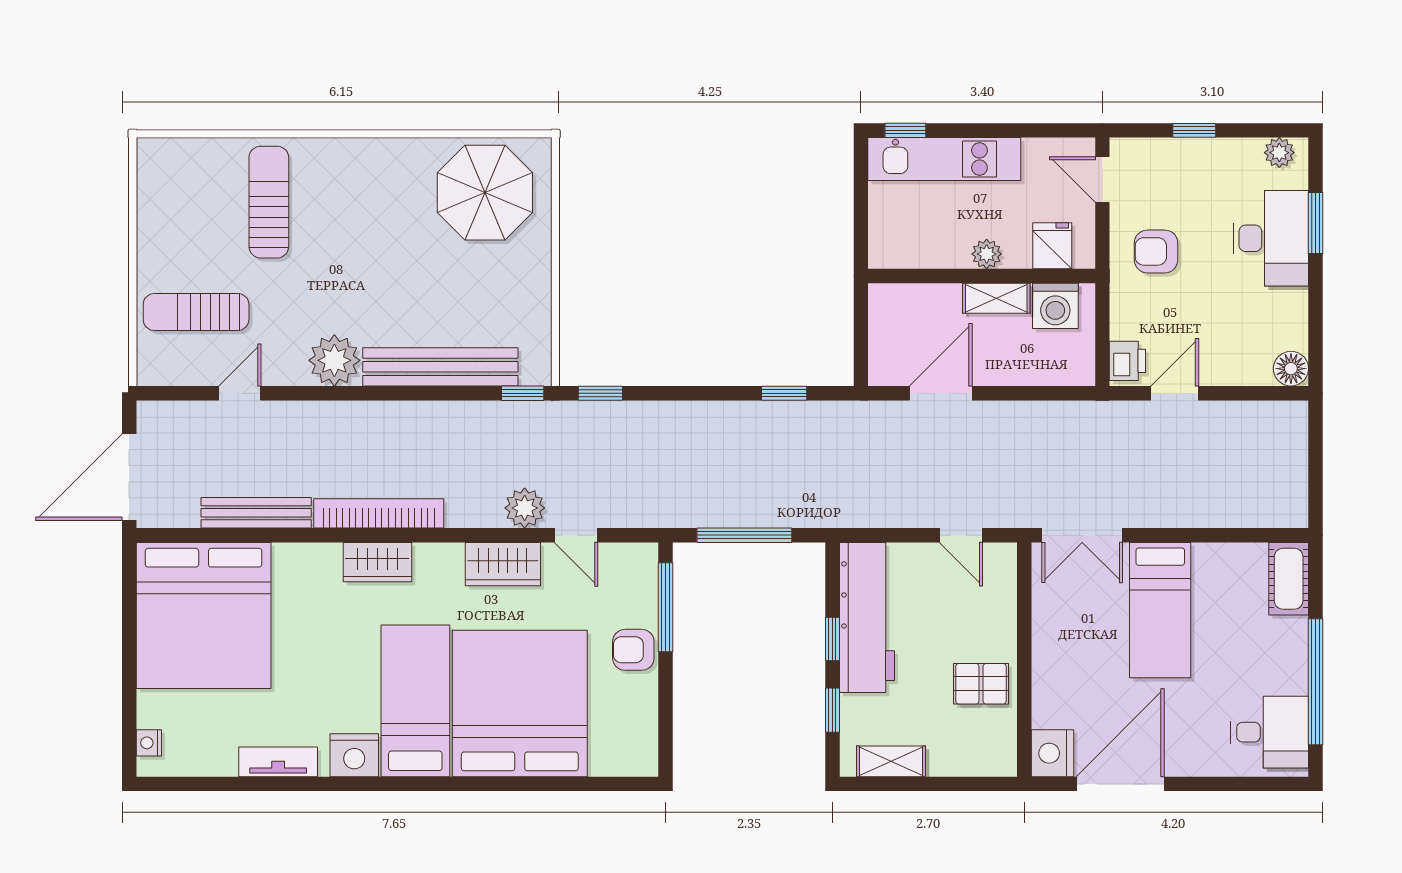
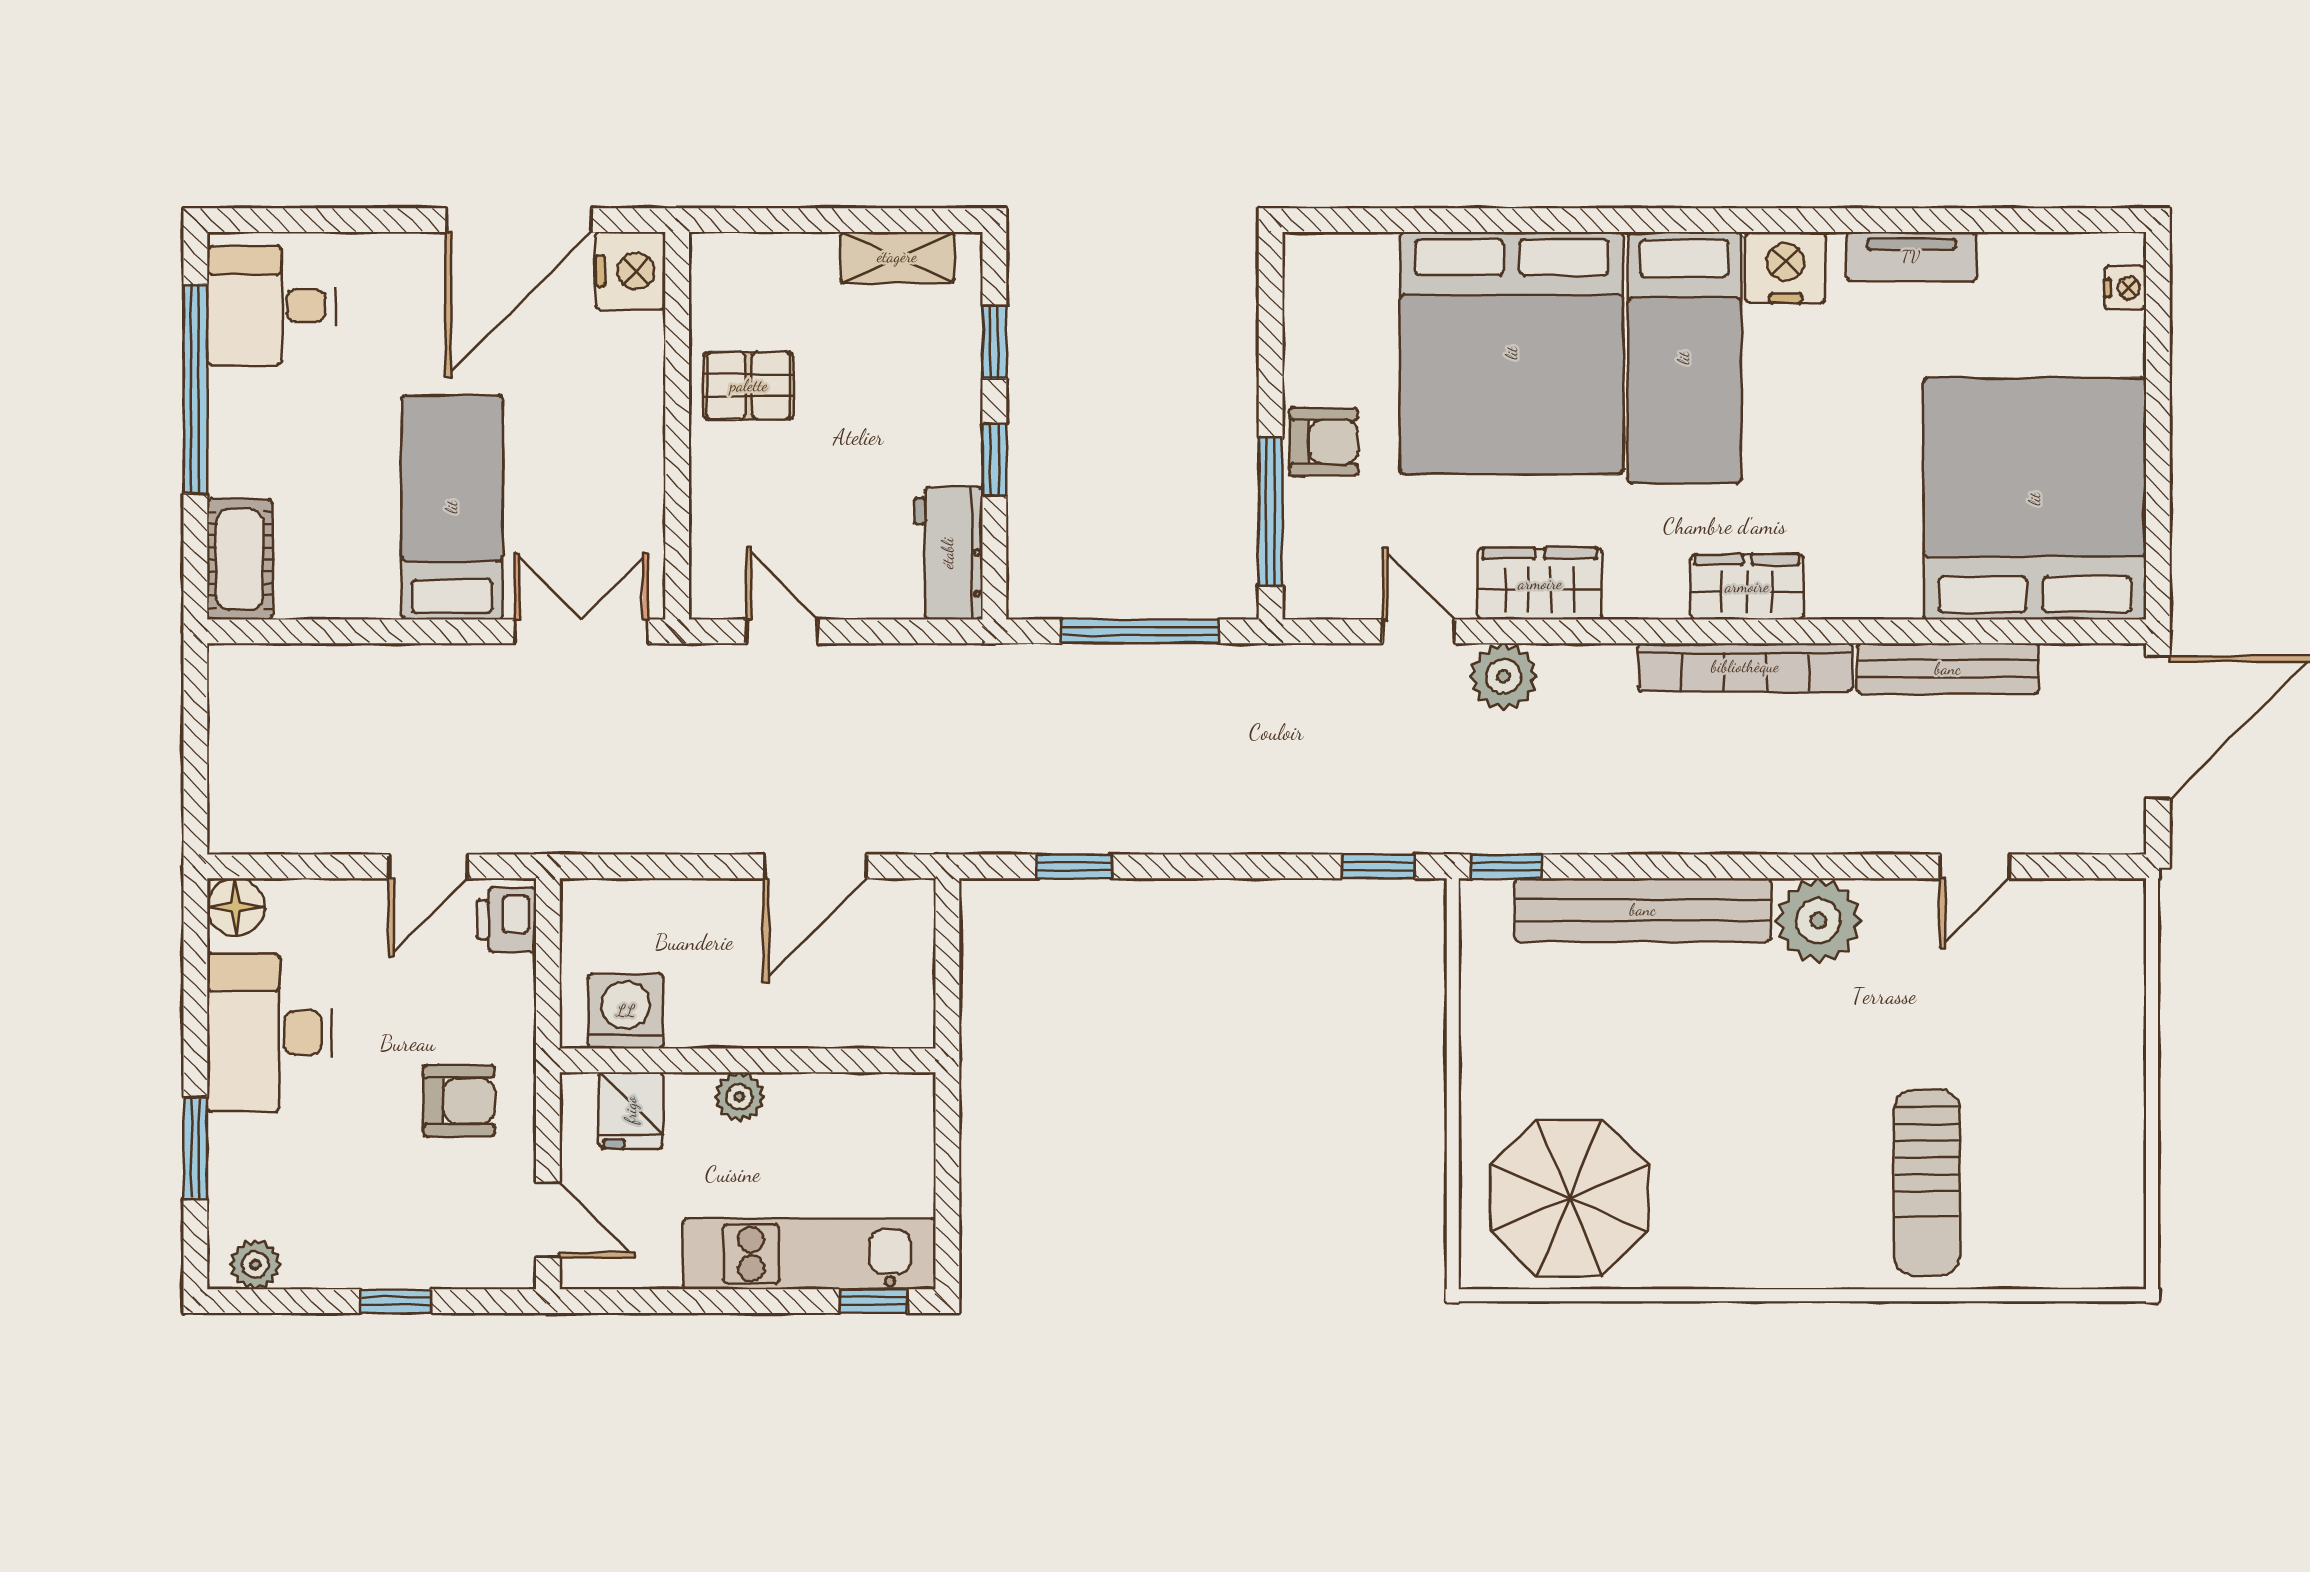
desk: (1271, 238) -> (269, 1033), moved
shelving: (996, 298) -> (723, 1024), removed
sun lounger: (196, 312) -> (2047, 1001), removed
workbench: (867, 617) -> (948, 553), width x0.53, depth x0.76

